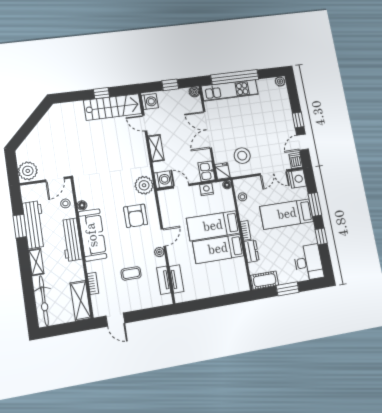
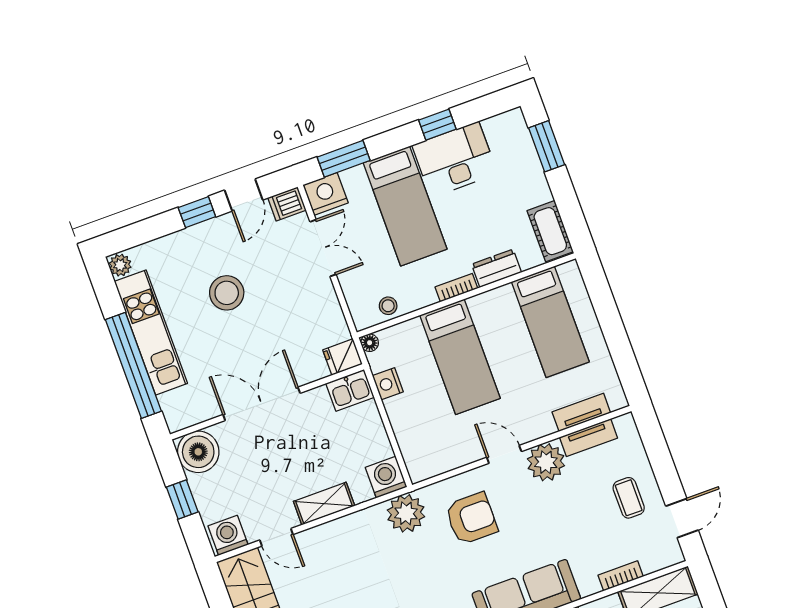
kitchen unit: (230, 90) -> (151, 332), moved
boiler: (194, 92) -> (198, 452), width x1.86, depth x1.86
door: (145, 123) -> (276, 537), hinge flipped
double door: (207, 130) -> (262, 404), swing flipped
door: (303, 142) -> (244, 195), hinge flipped
stool: (242, 156) -> (227, 293), moved
door: (181, 186) -> (392, 437), removed
window: (315, 204) -> (344, 159), moved
bed: (218, 249) -> (550, 322), moved
plant: (159, 252) -> (546, 462), width x1.88, depth x1.88
desk: (308, 262) -> (455, 159), moved
coffee table: (131, 273) -> (629, 498), moved
window: (288, 289) -> (547, 146), moved

